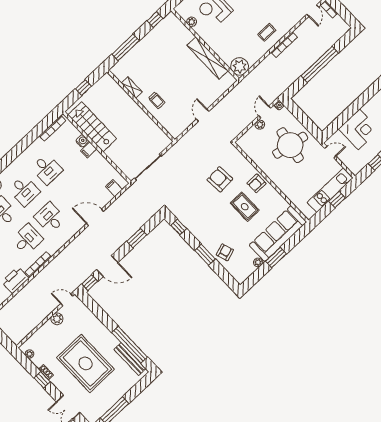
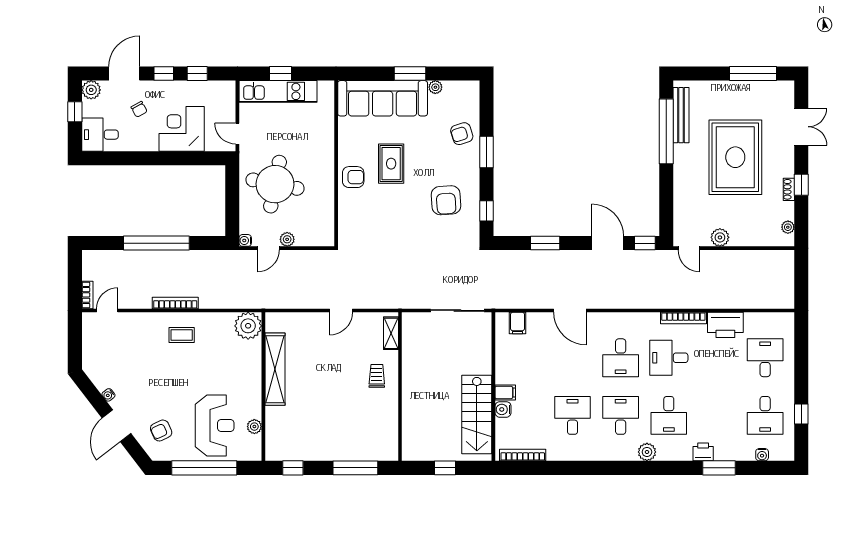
shelving: (132, 87) -> (391, 333), moved
armchair: (220, 179) -> (446, 200), moved

